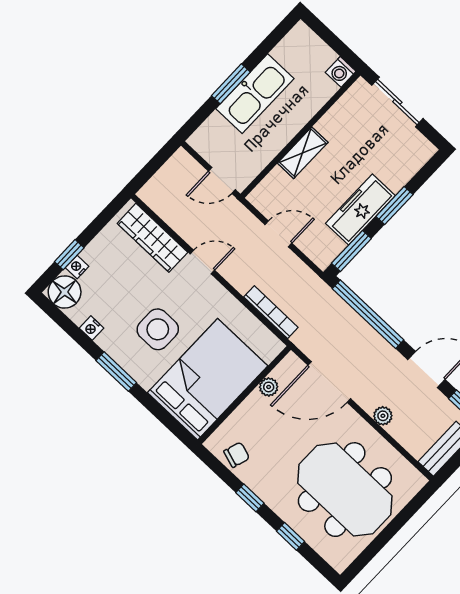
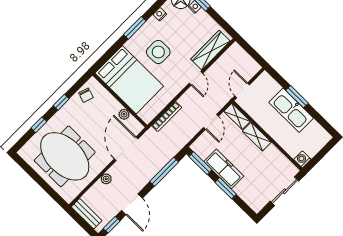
shelving: (268, 188) -> (237, 116), added
window: (368, 314) -> (164, 172), width x0.68
meeting table: (345, 490) -> (65, 156), turned 90

